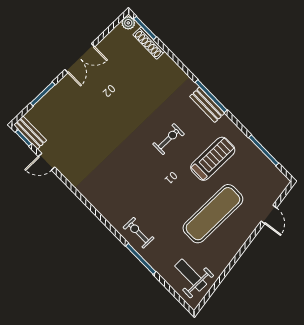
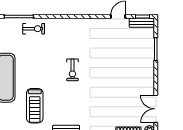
double door: (80, 58) -> (156, 109), moved
exercise bike: (169, 139) -> (72, 70), moved

